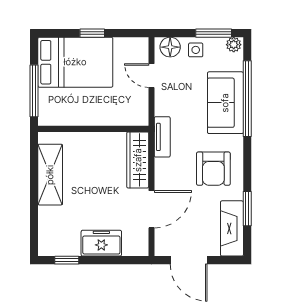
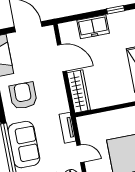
tv unit: (162, 137) -> (67, 128), moved
door: (152, 209) -> (62, 58), swing flipped

